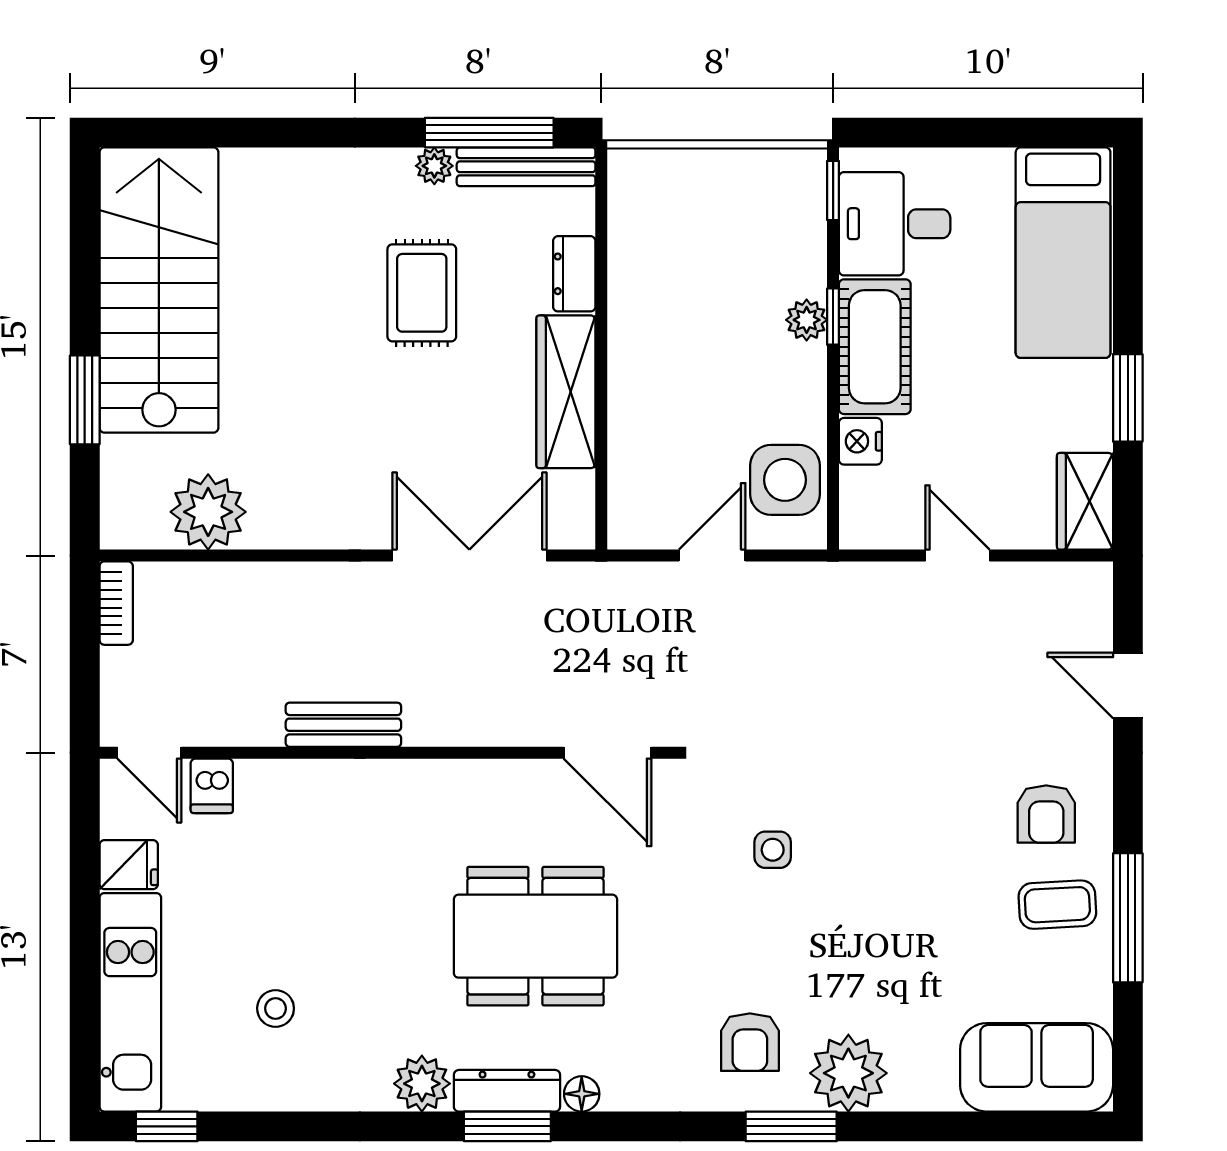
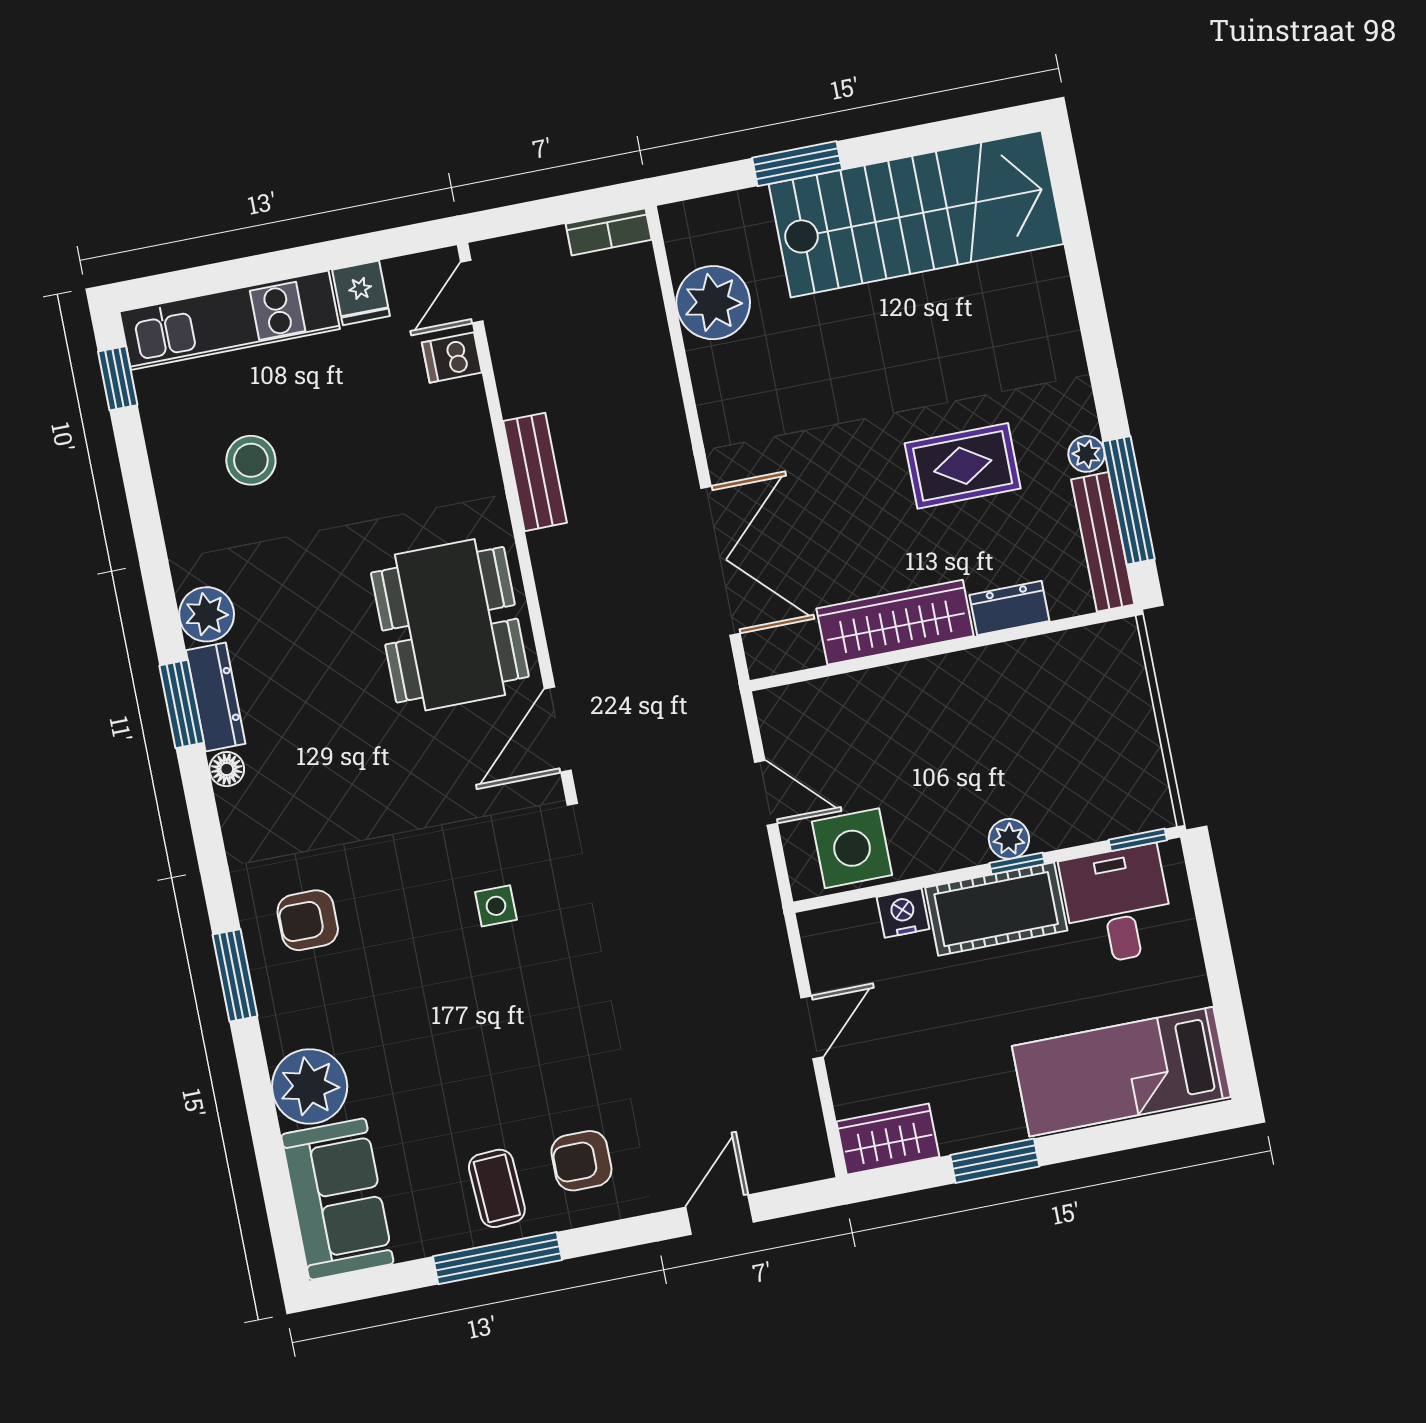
dining table: (535, 936) -> (450, 625), moved
stool: (276, 1008) -> (251, 460), width x1.37, depth x1.37
plant: (848, 1073) -> (310, 1086), moved

